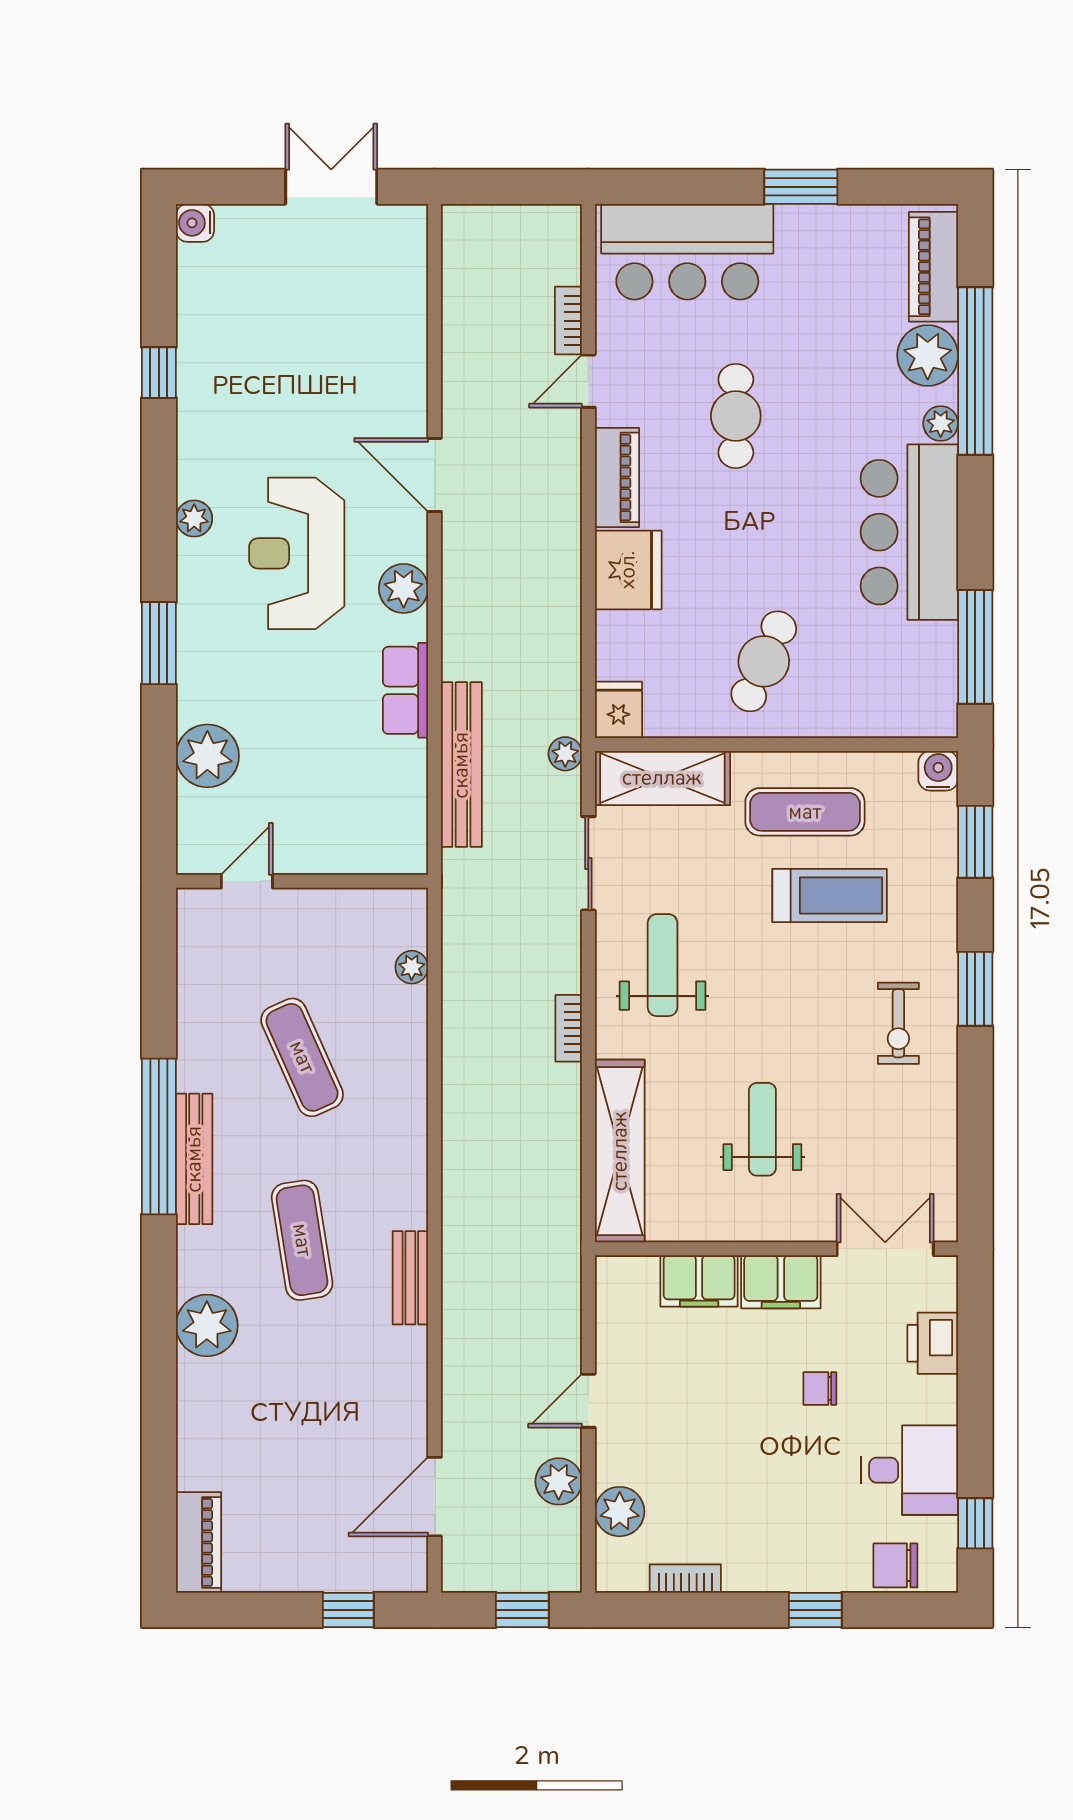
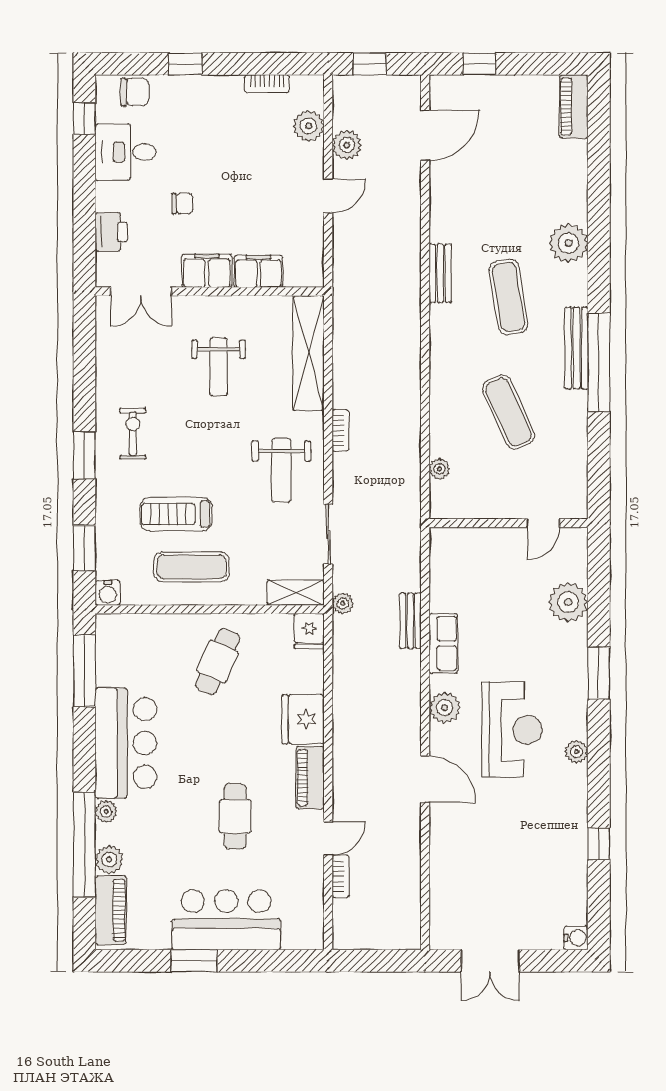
bar counter: (687, 252) -> (226, 920), moved
plant: (928, 355) -> (109, 860), width x0.73, depth x0.73
bench: (461, 765) -> (410, 621), width x0.54, depth x0.82
shelving: (662, 778) -> (296, 592), width x0.67, depth x0.75

